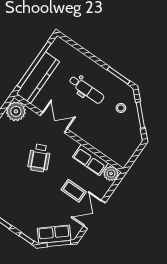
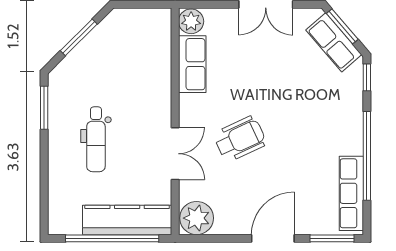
dental chair: (86, 90) -> (96, 139), turned 180
stool: (121, 108) -> (88, 72), removed
double door: (54, 122) -> (175, 154), swing flipped
coffee table: (74, 191) -> (253, 58), removed

